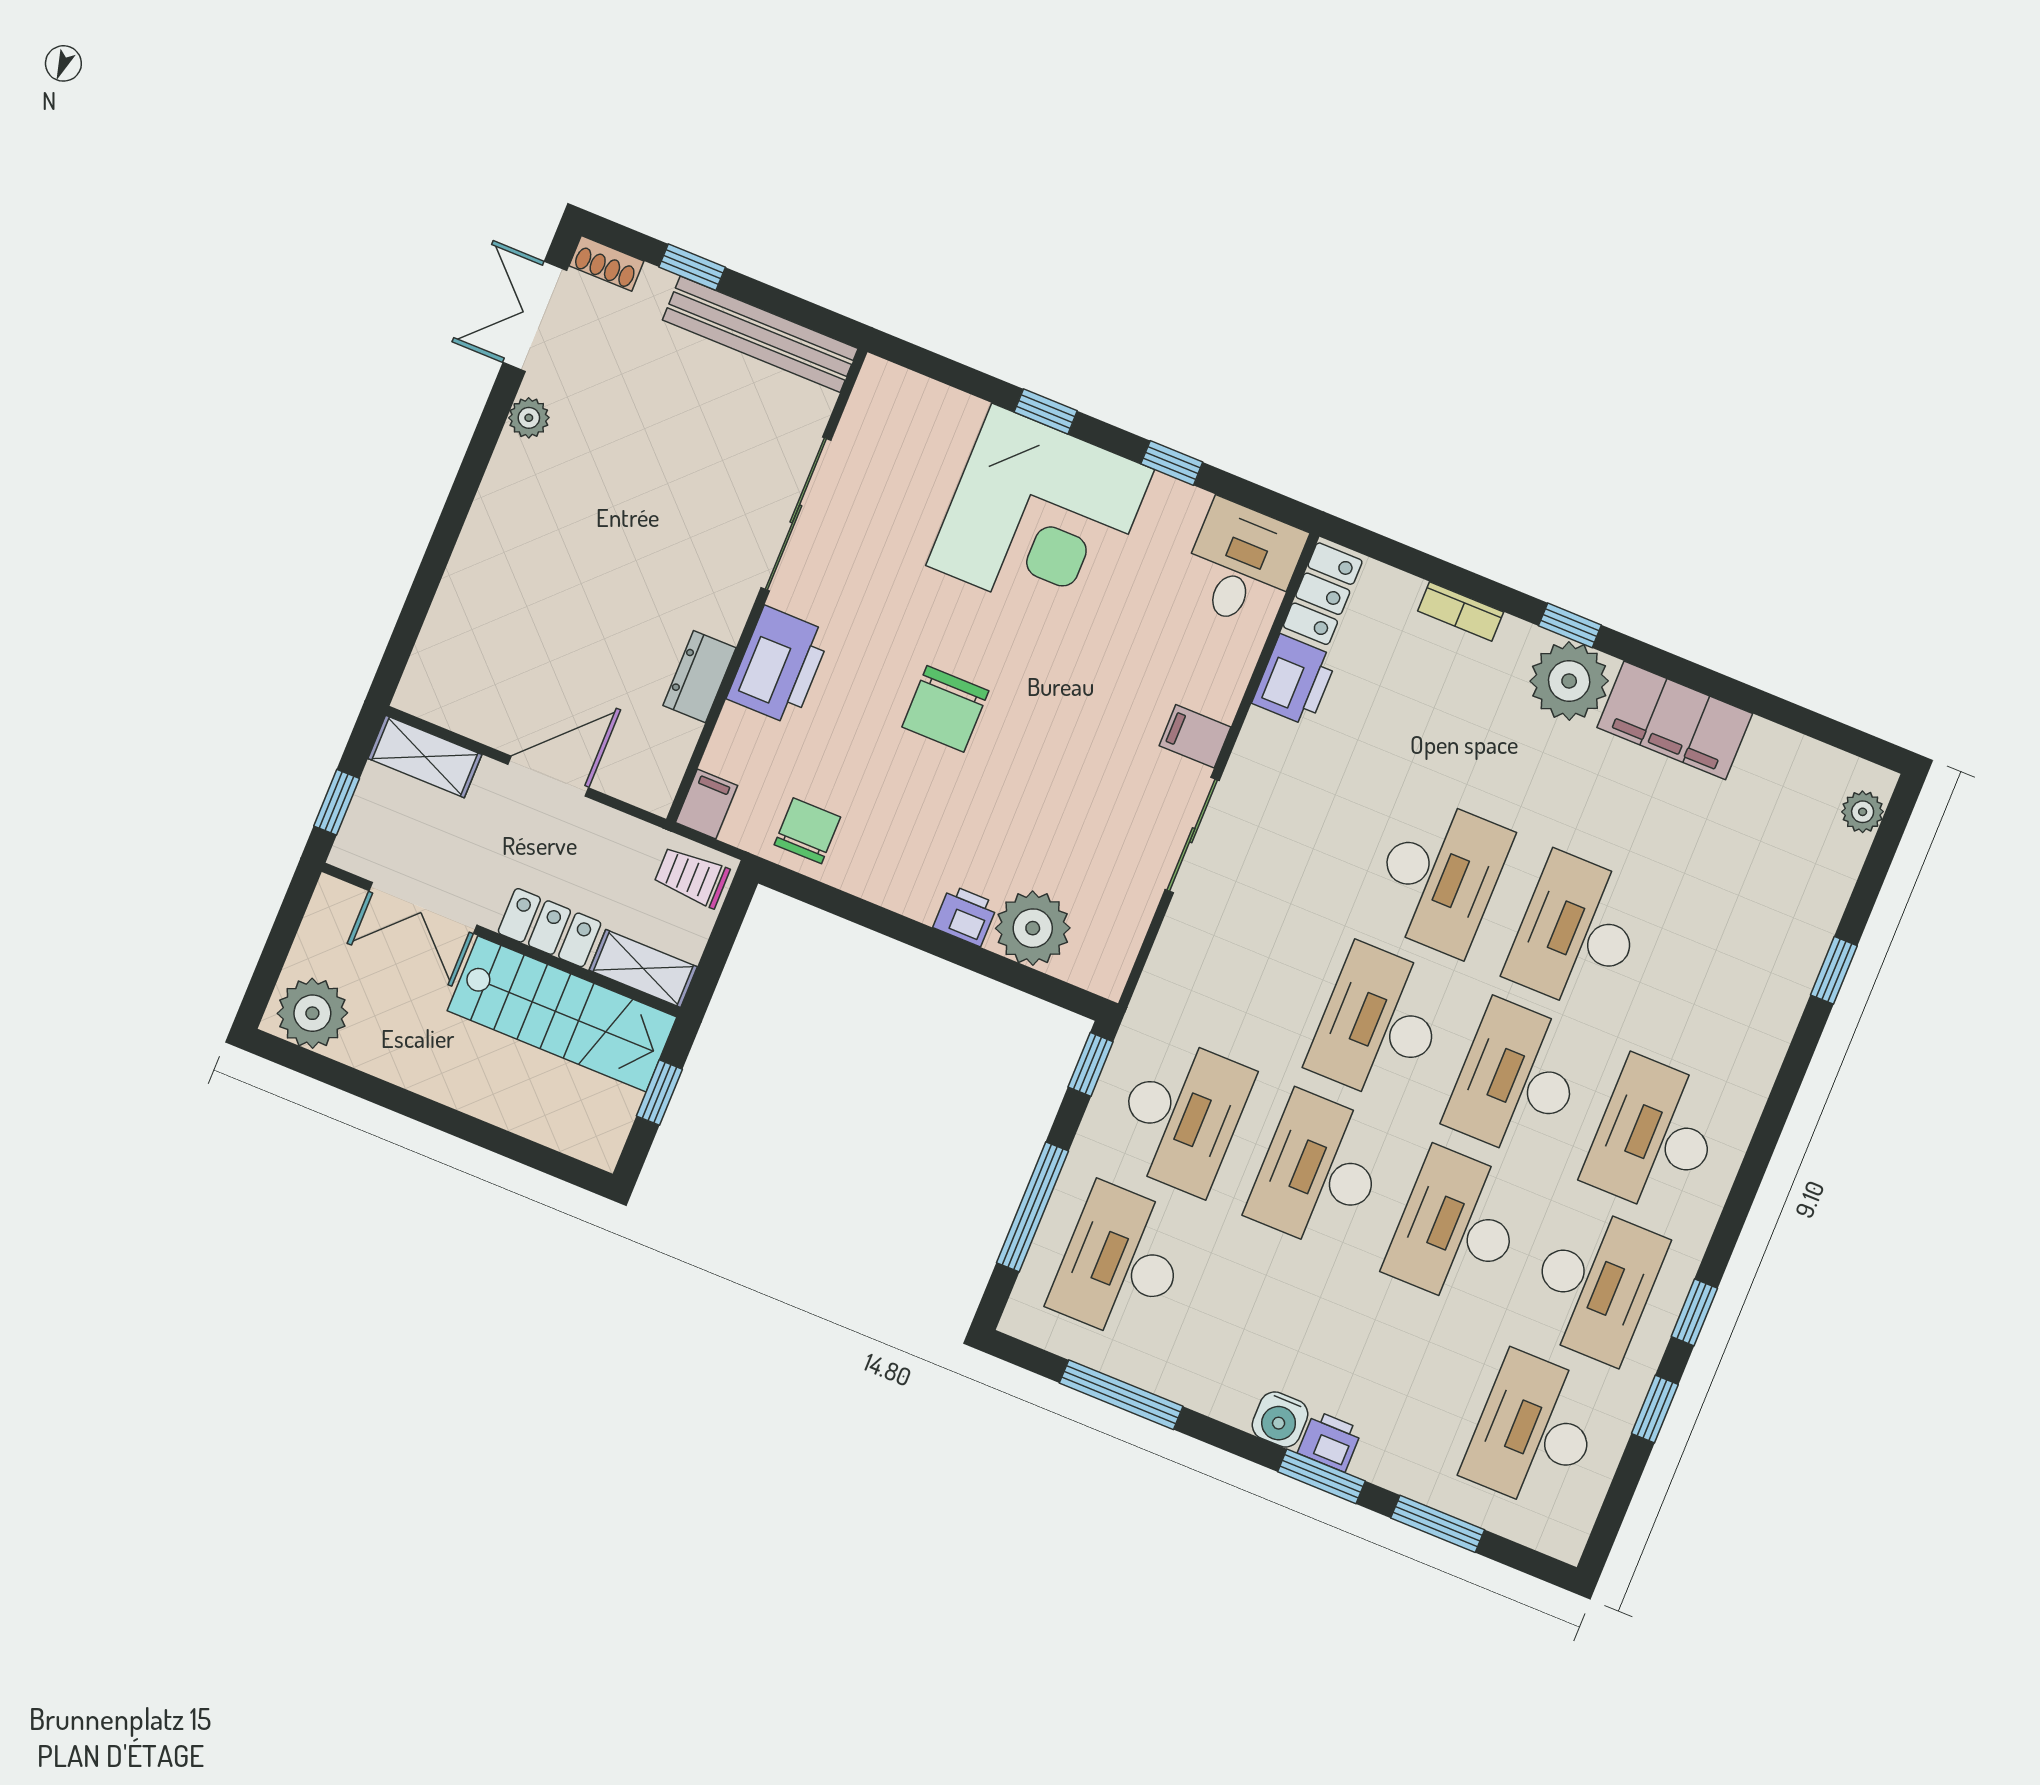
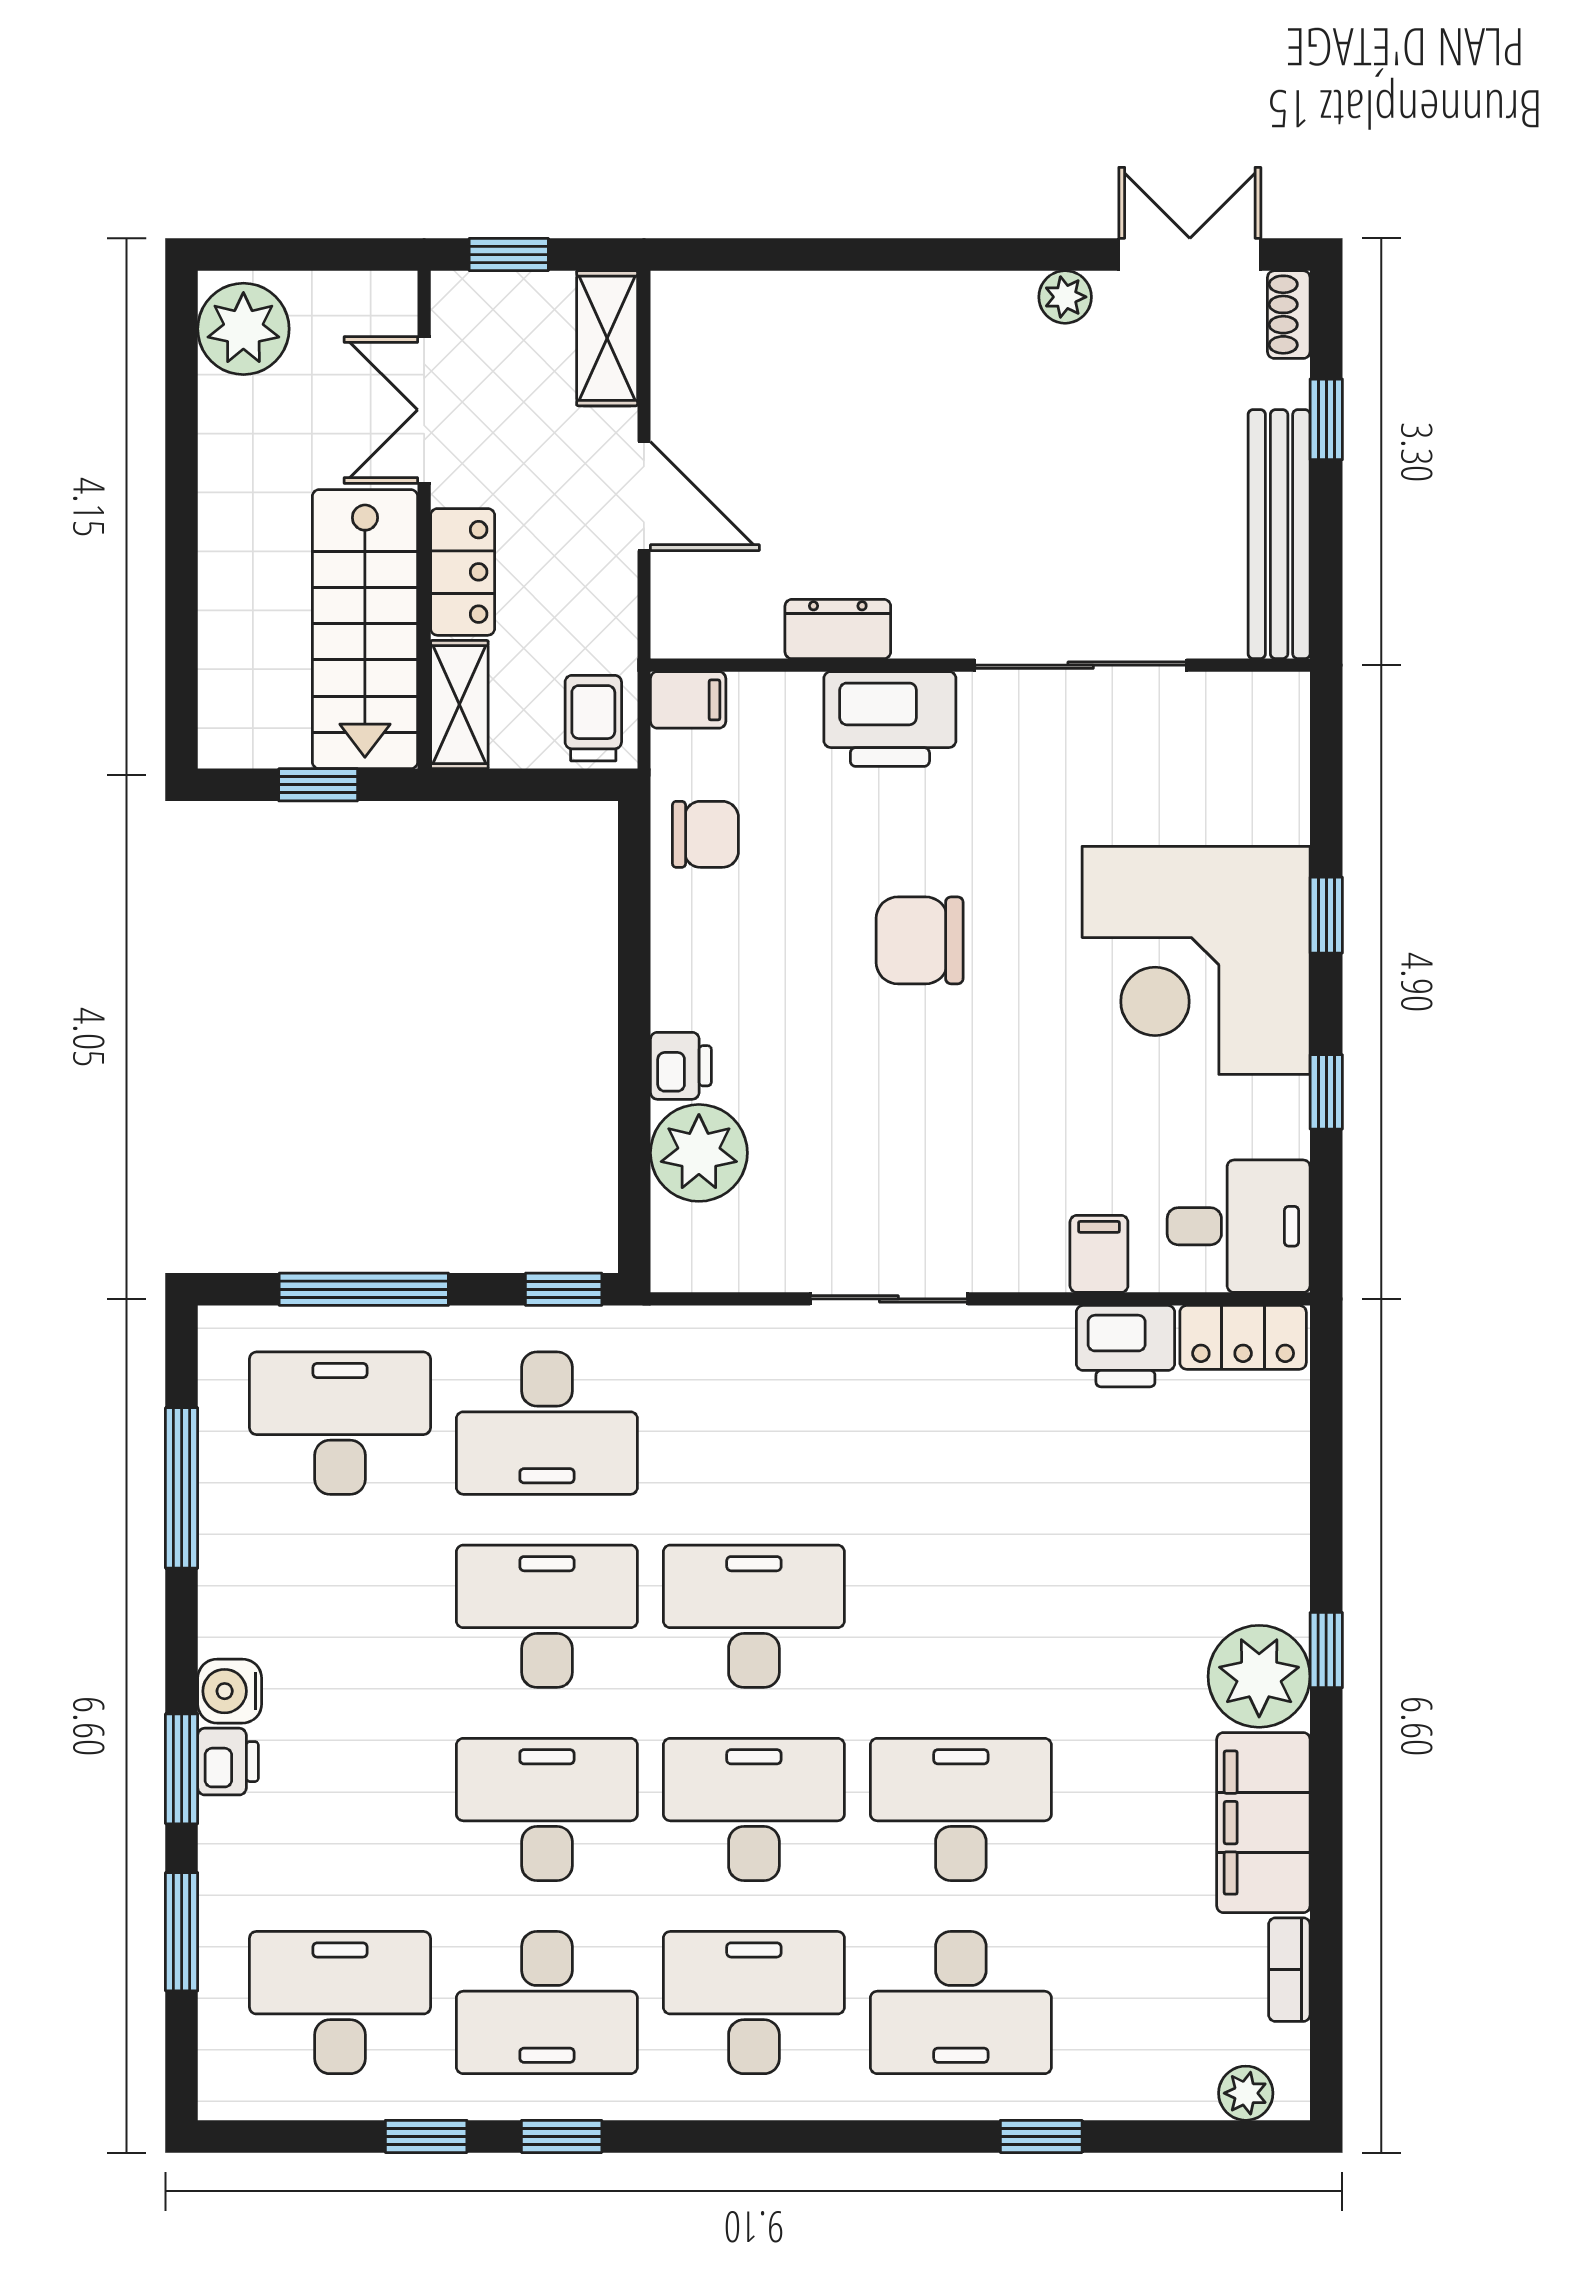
bookcase: (1461, 611) -> (1289, 1970), moved
filing cabinet: (1195, 736) -> (1099, 1254), moved
desk: (1439, 876) -> (961, 2003), moved

